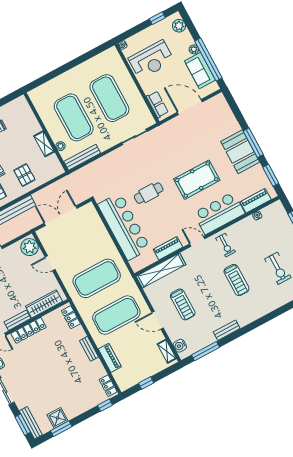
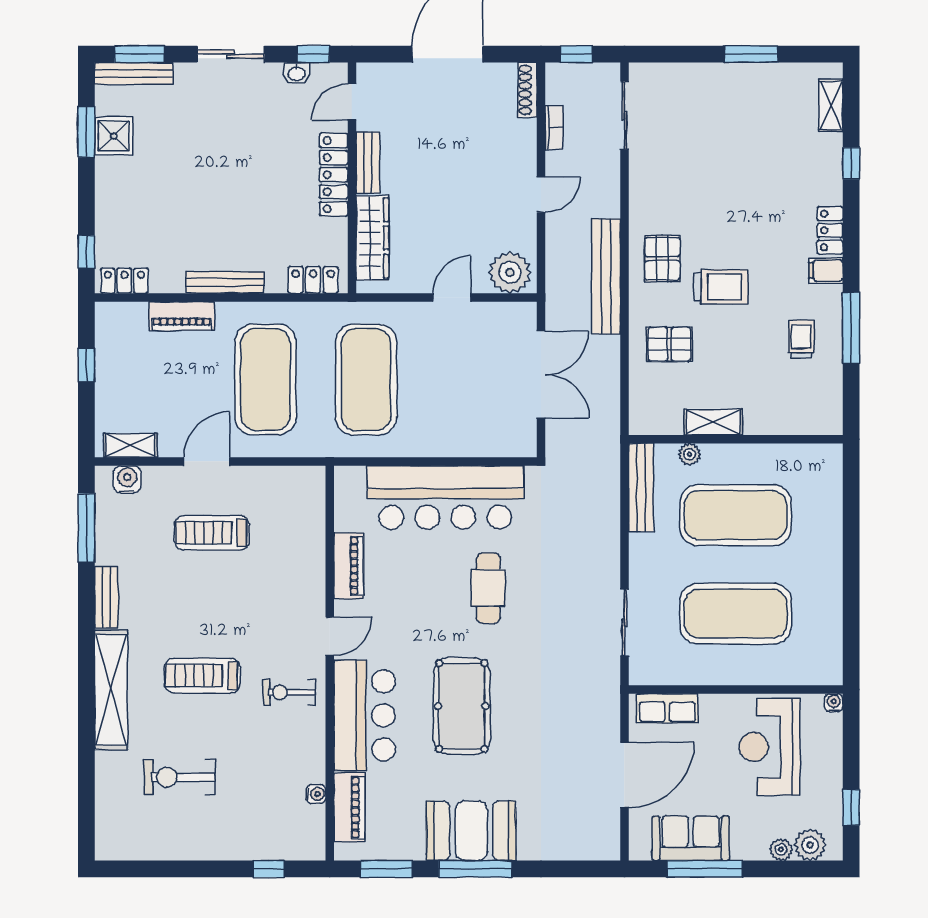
plant: (194, 49) -> (781, 849), moved
window: (208, 59) -> (705, 869), width x0.68
shelving: (161, 270) -> (111, 690), moved
bench: (89, 349) -> (225, 282), width x1.36

